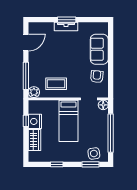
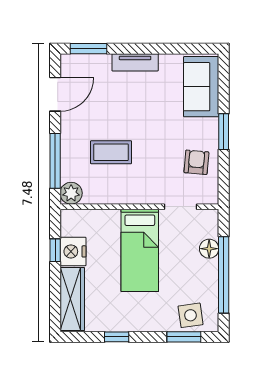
window: (67, 20) -> (88, 49), moved
sofa: (99, 49) -> (201, 87), moved
window: (111, 61) -> (224, 132), added
coffee table: (56, 84) -> (111, 152), moved
floor lamp: (103, 105) -> (209, 249), moved
wardrobe: (34, 140) -> (72, 299), width x1.50

